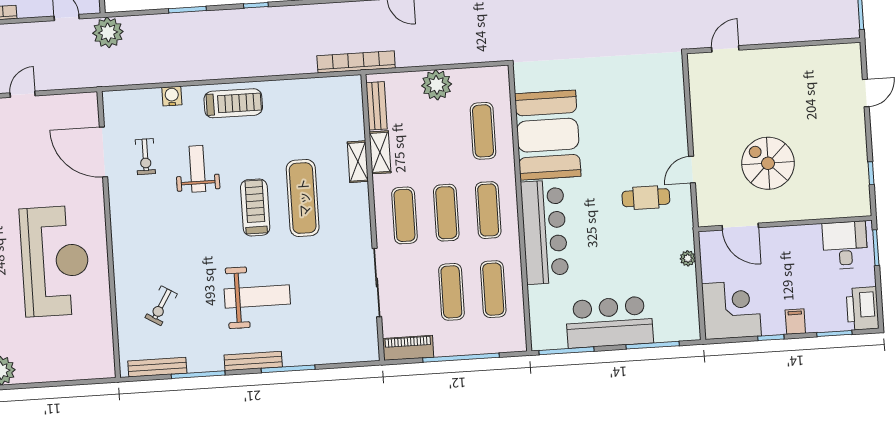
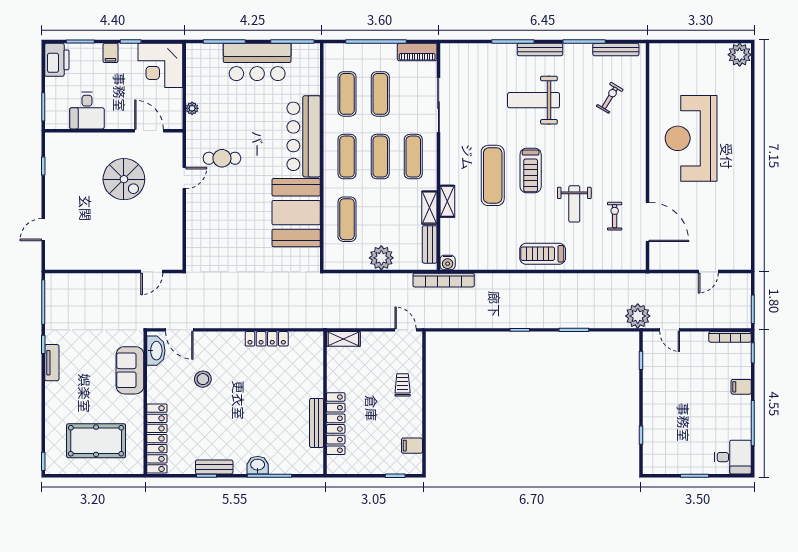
water cooler: (172, 96) -> (448, 262), moved
desk: (845, 245) -> (87, 111), moved

